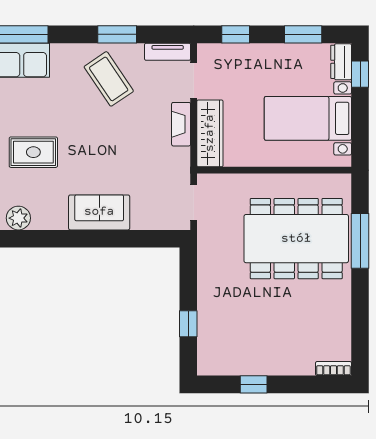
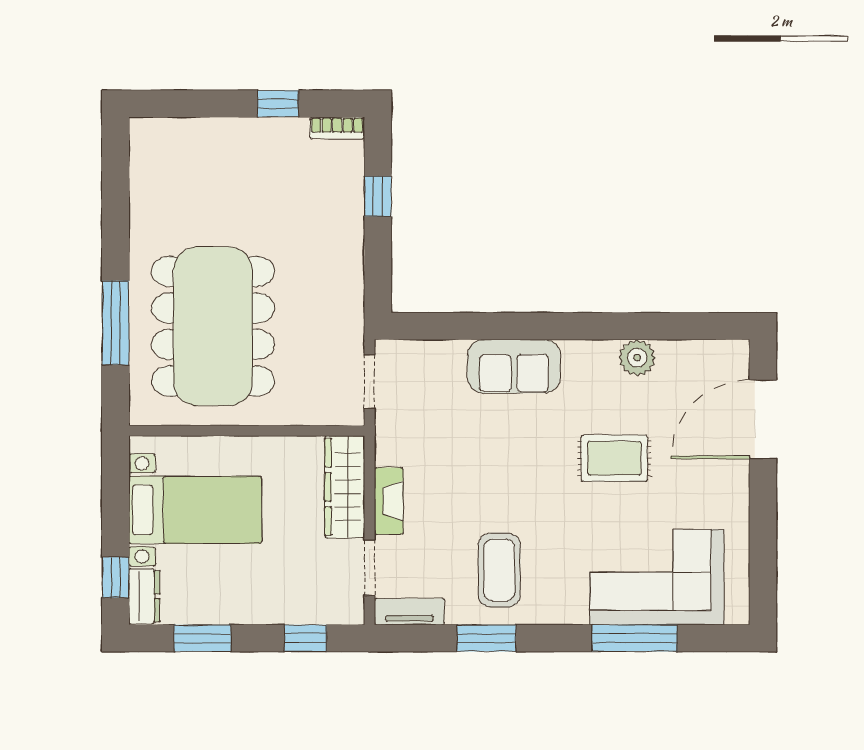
coffee table: (109, 79) -> (499, 570), turned 34
dining table: (296, 239) -> (213, 326), turned 90
bookcase: (333, 369) -> (337, 128), moved

